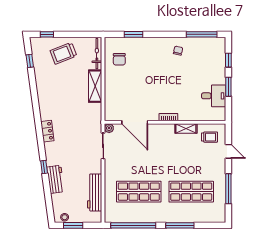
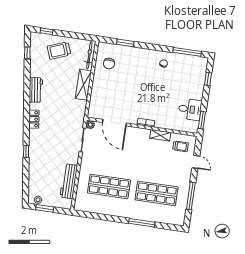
window: (228, 87) -> (202, 120), moved
workbench: (56, 179) -> (36, 90), moved
window: (133, 225) -> (99, 216), removed

